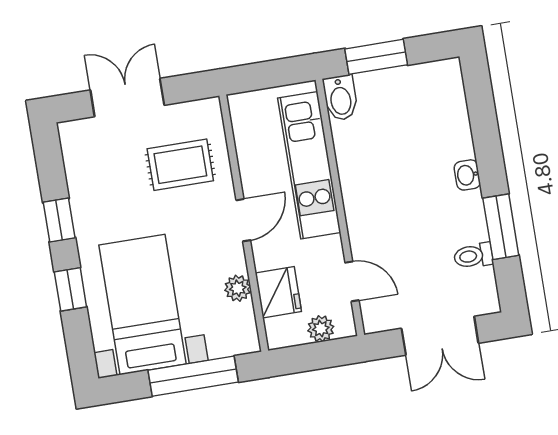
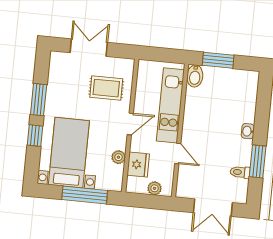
window: (59, 220) -> (39, 100), width x1.50
door: (352, 281) -> (178, 154), moved

